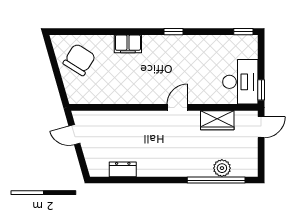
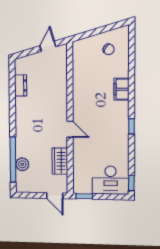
chair: (79, 60) -> (109, 49), width x0.54, depth x0.54
desk: (240, 82) -> (111, 180), moved

